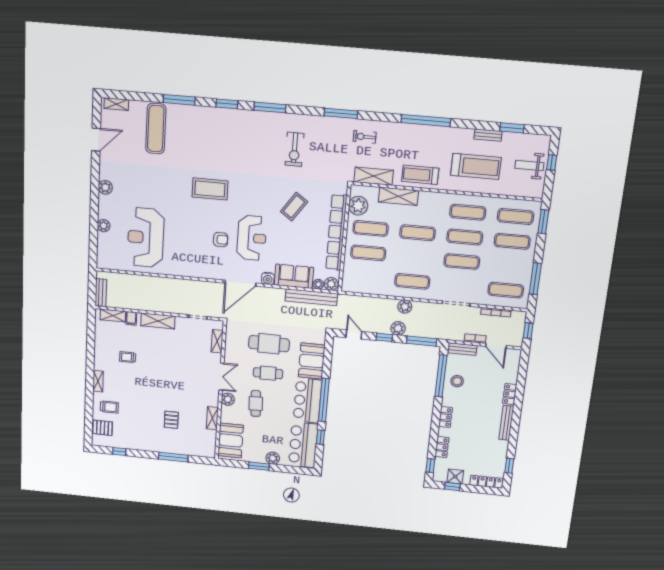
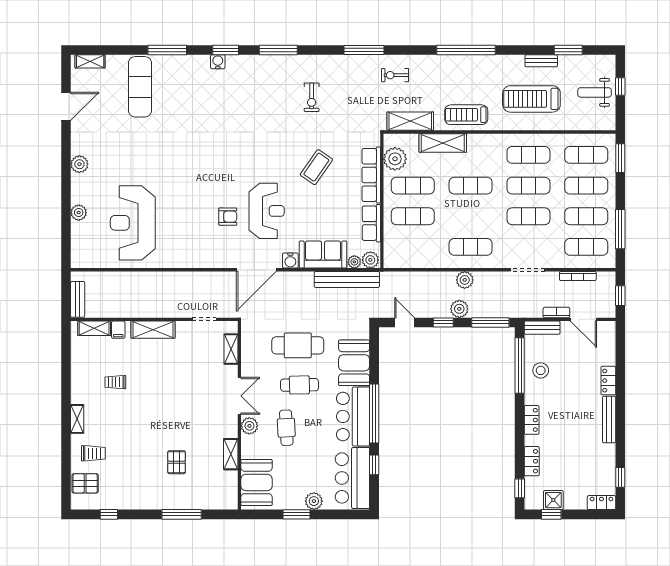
water cooler: (220, 113) -> (218, 62), added
exercise bike: (294, 149) -> (312, 97), width x0.73, depth x0.72
treadmill: (476, 166) -> (531, 99), turned 180
coffee table: (210, 189) -> (211, 155), removed
exercise mat: (509, 266) -> (586, 216), added
locker: (486, 482) -> (601, 503), width x0.66

